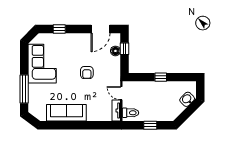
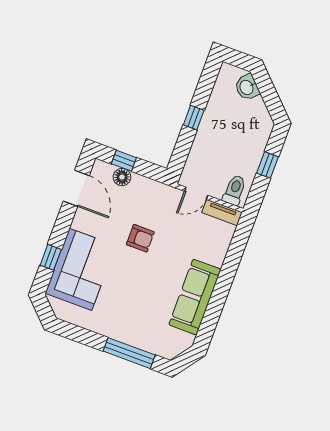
corner sofa: (42, 64) -> (80, 269), moved, turned 90

